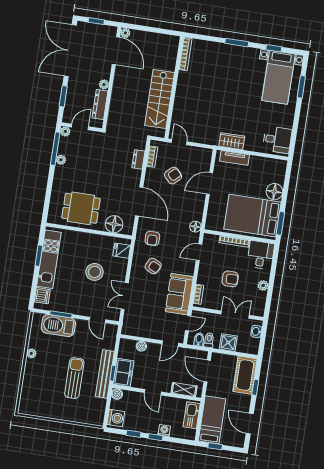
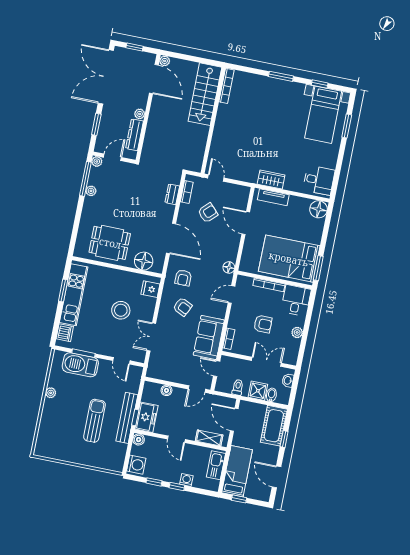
stairs: (160, 99) -> (205, 94), moved
door: (209, 184) -> (246, 223), hinge flipped
floor lamp: (274, 192) -> (319, 209), moved
door: (188, 323) -> (217, 369), swing flipped
bidet: (199, 339) -> (271, 395), moved

